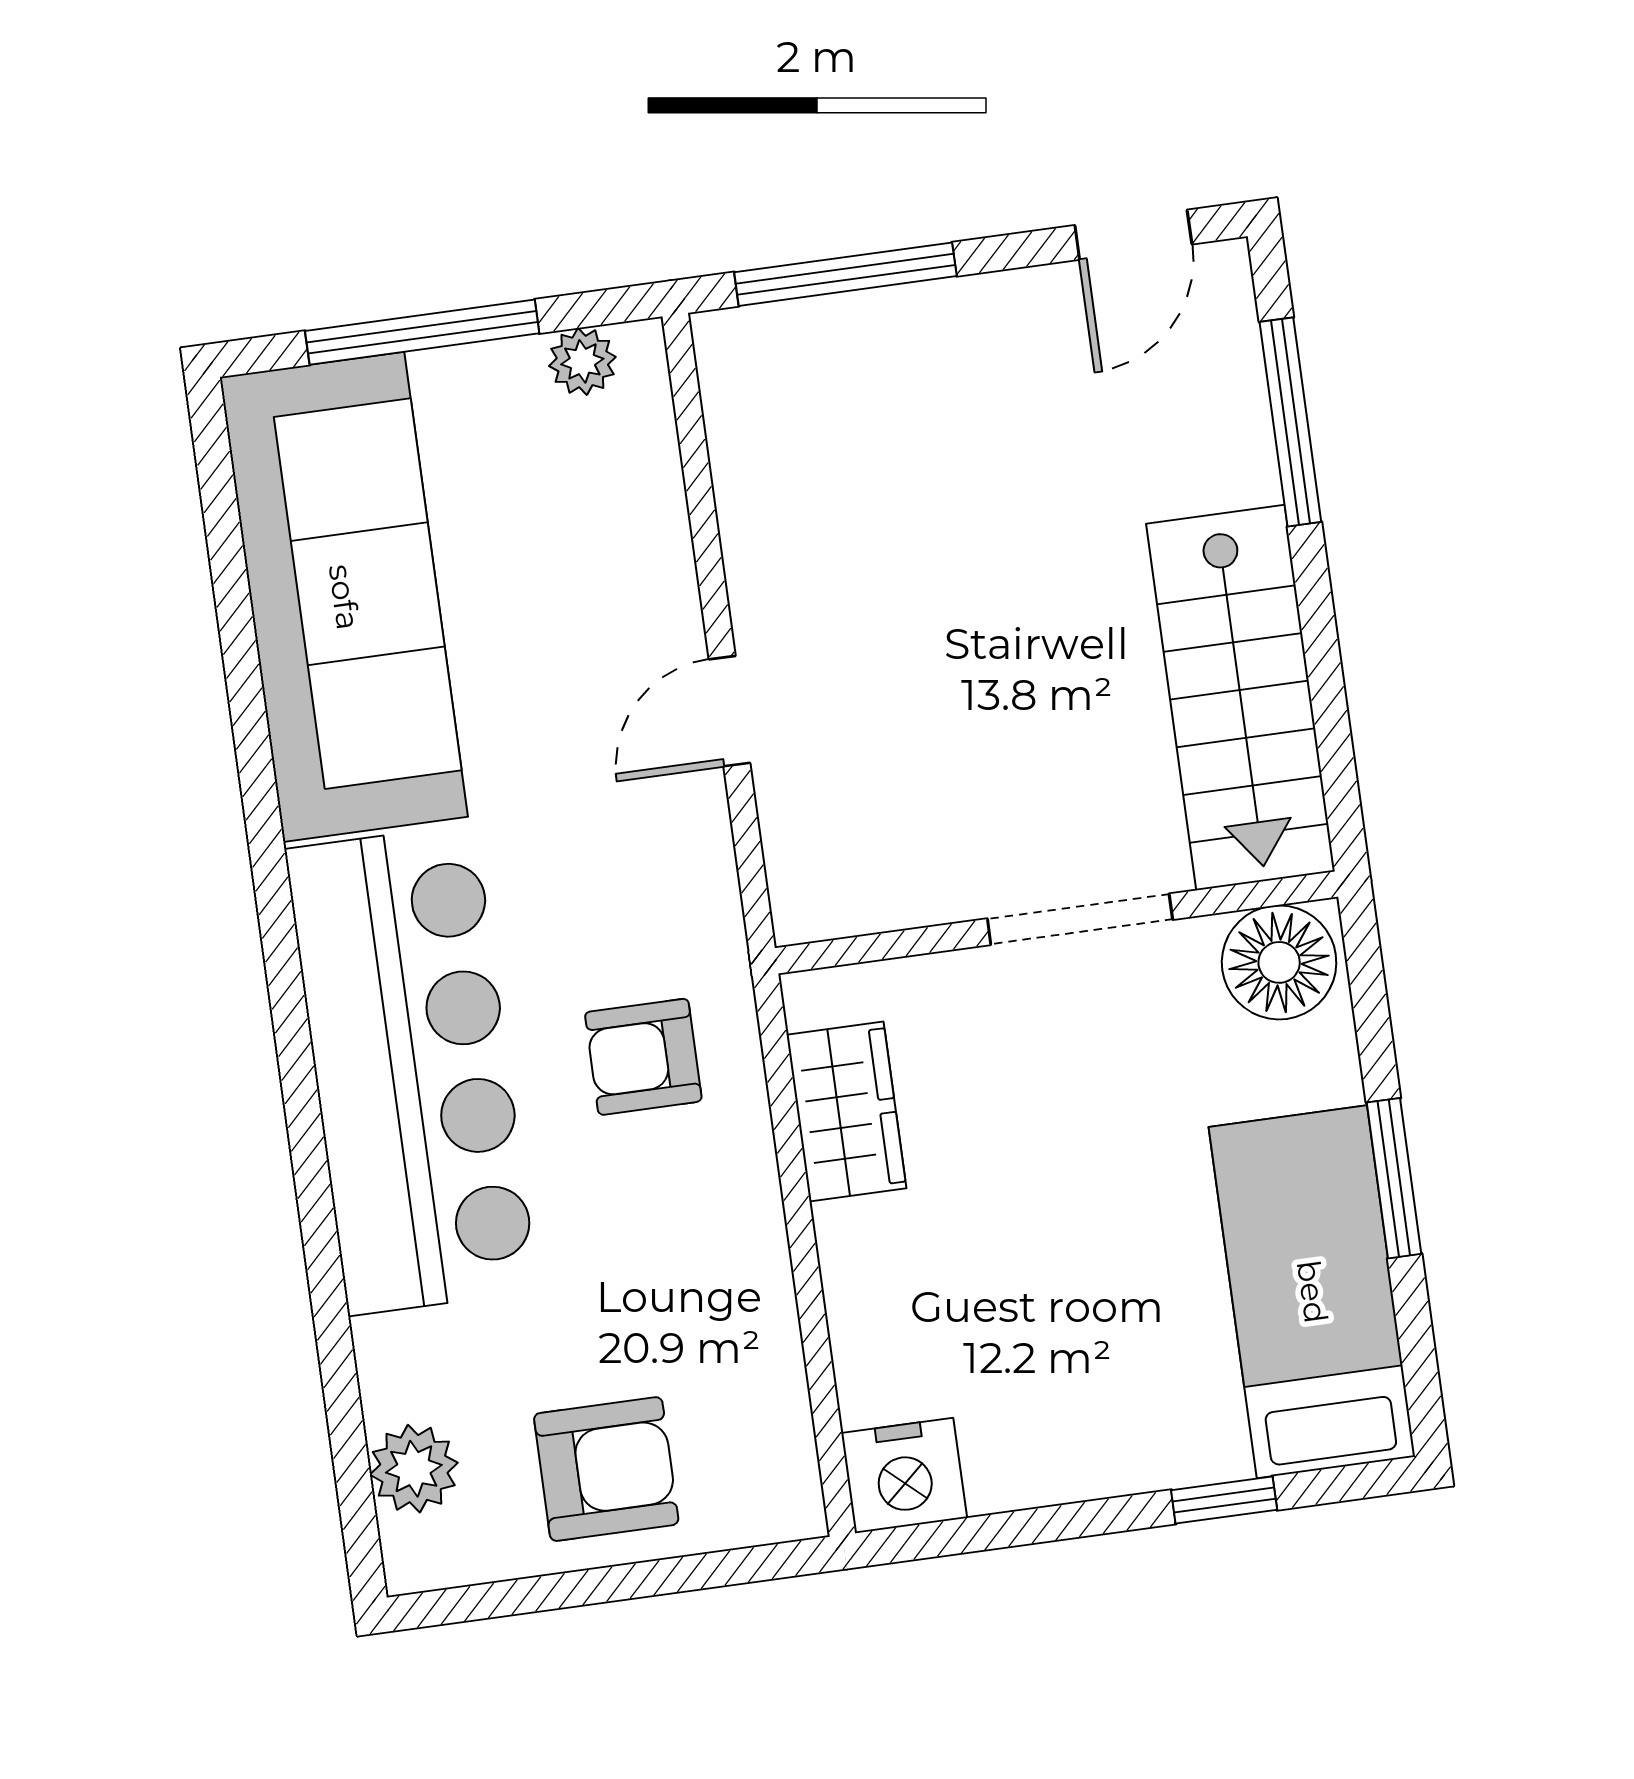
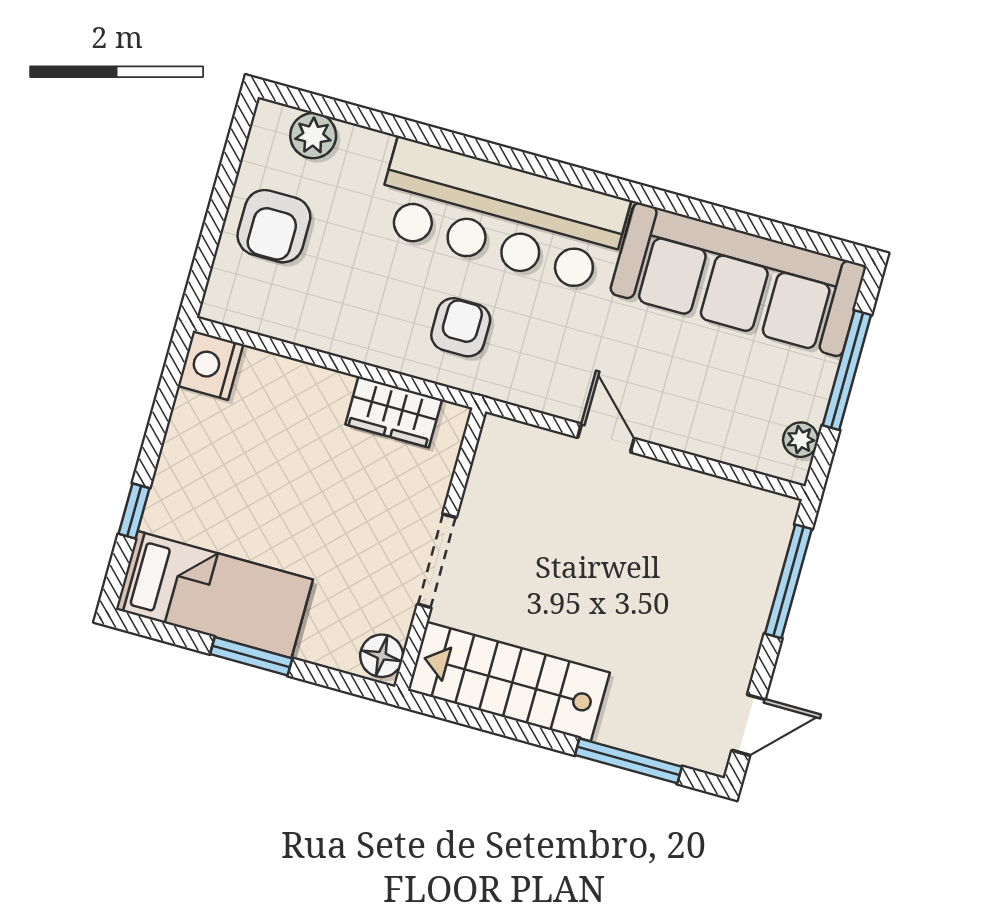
door: (1133, 235) -> (749, 725), swing flipped
floor lamp: (1279, 962) -> (382, 656), width x0.73, depth x0.73

